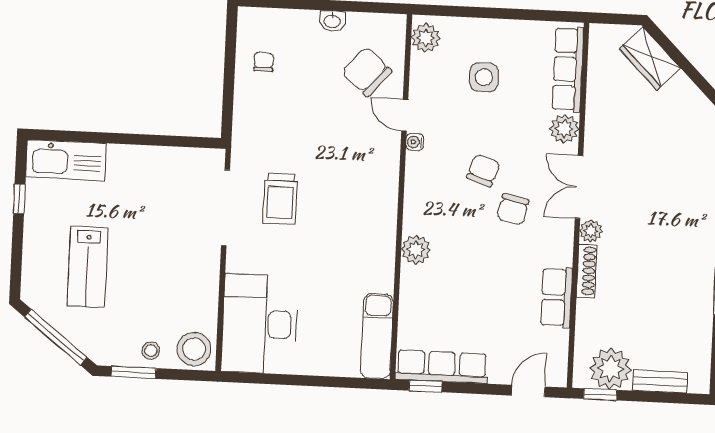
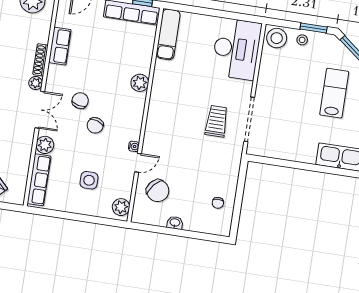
door: (405, 115) -> (138, 163), hinge flipped

